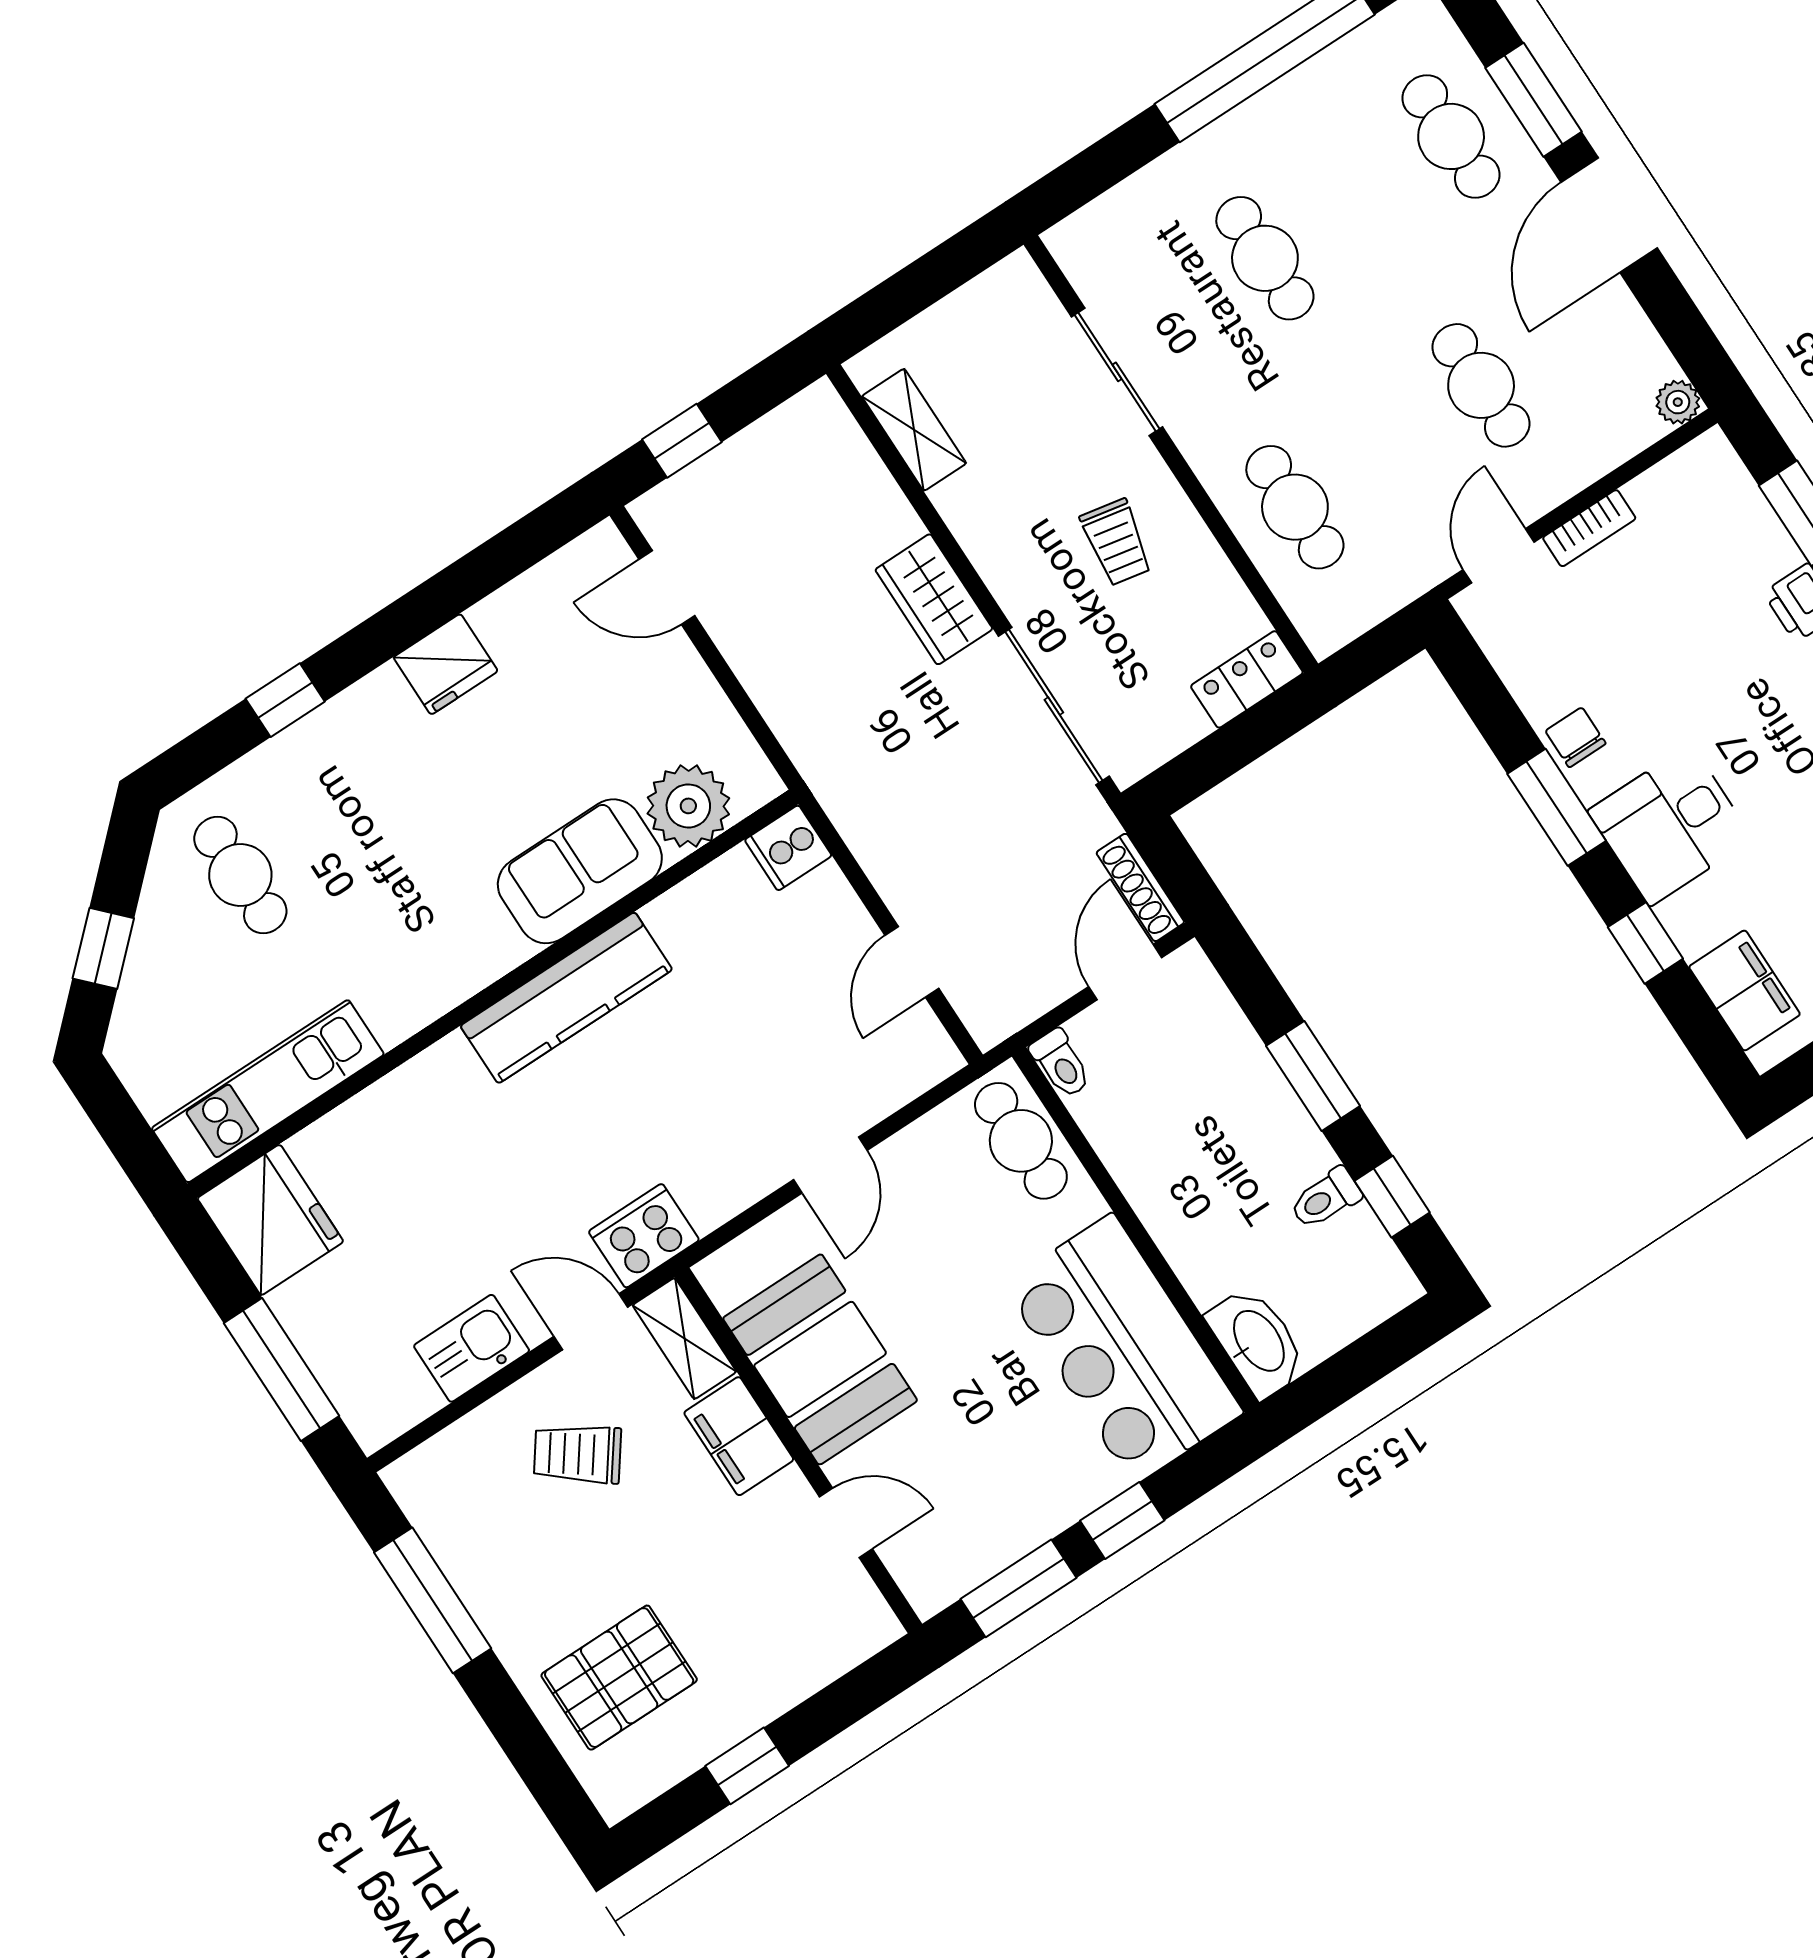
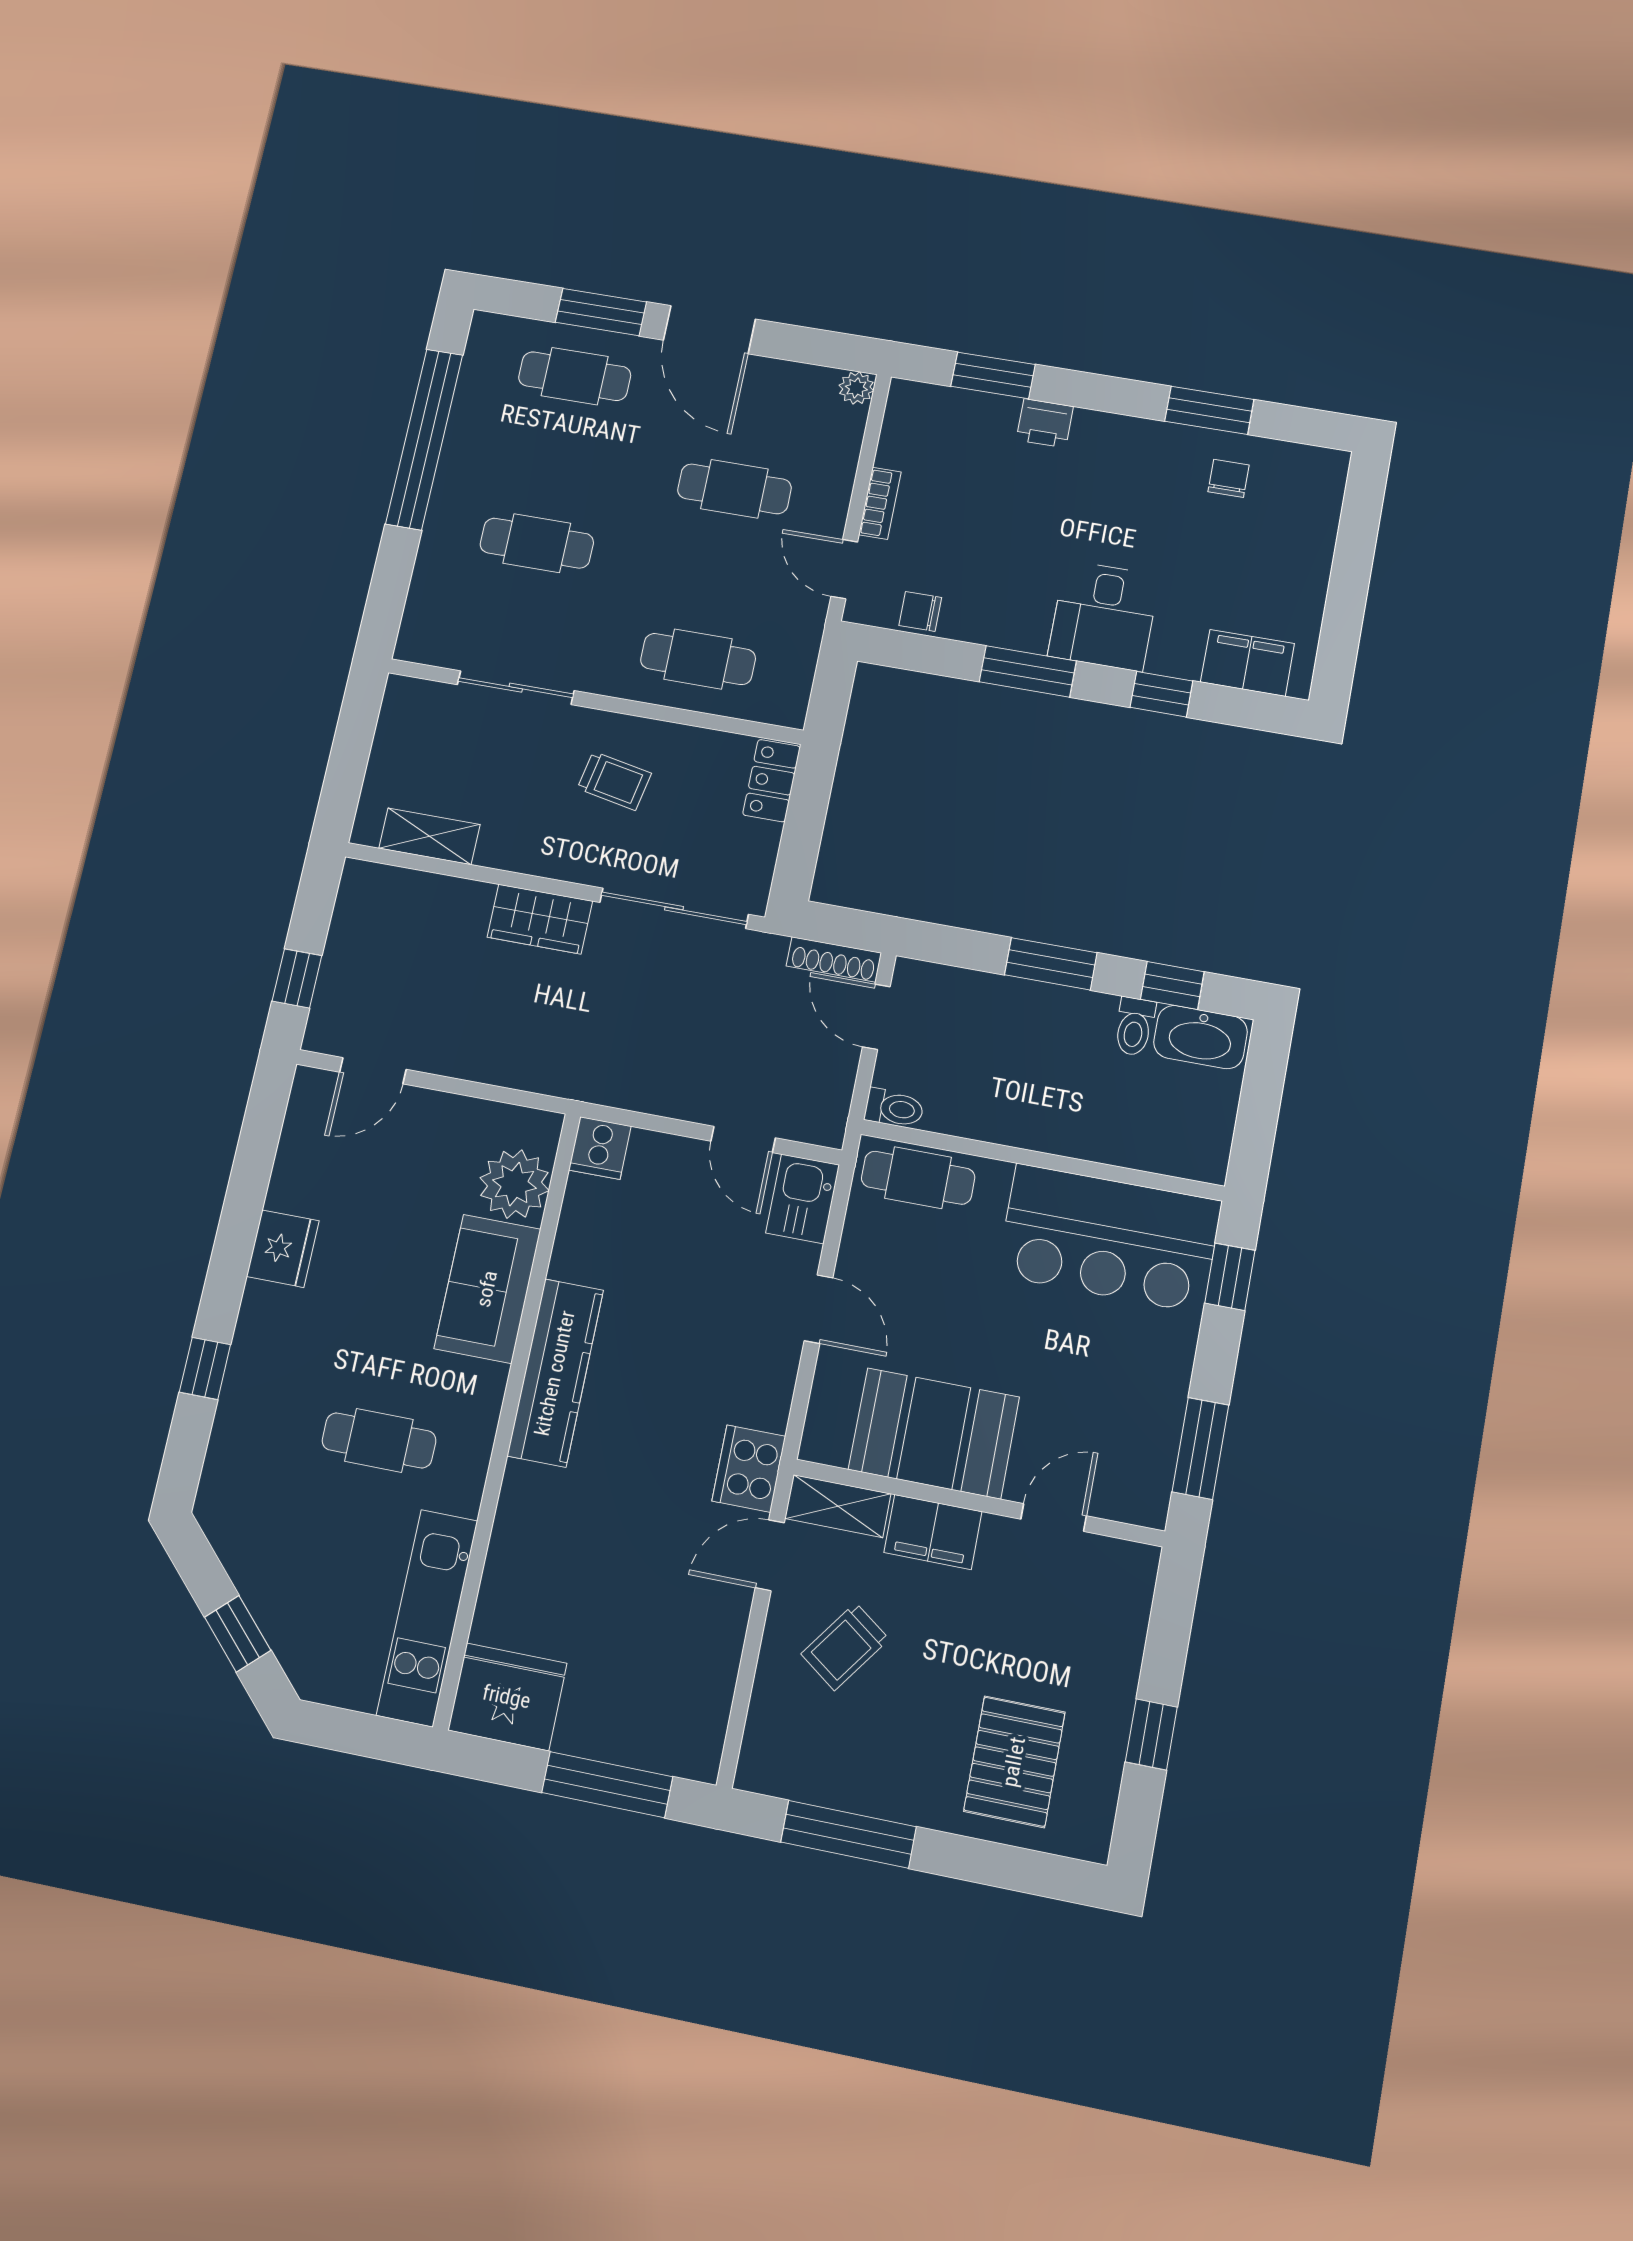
chair: (1576, 737) -> (920, 611), moved
cafe table: (240, 875) -> (379, 1440), moved
washbasin: (1257, 1342) -> (1201, 1037), moved, turned 180
kitchen sink: (472, 1348) -> (803, 1199), moved
window: (1122, 1520) -> (1230, 1277), moved

